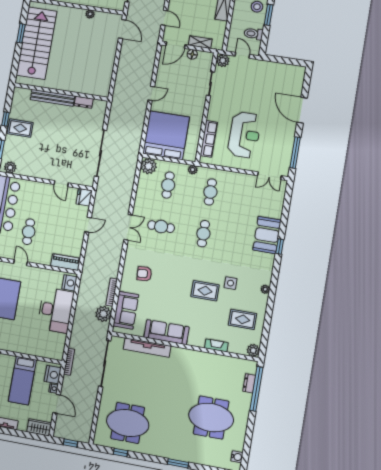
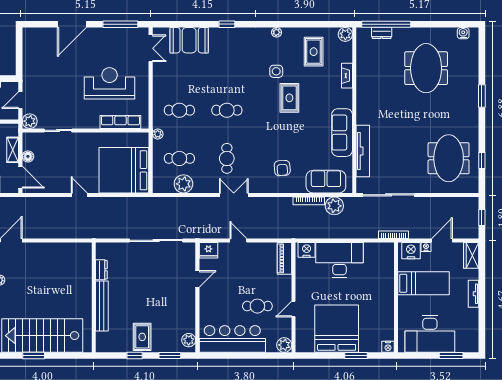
plant: (149, 166) -> (183, 184), moved
booth: (267, 235) -> (189, 40), moved

